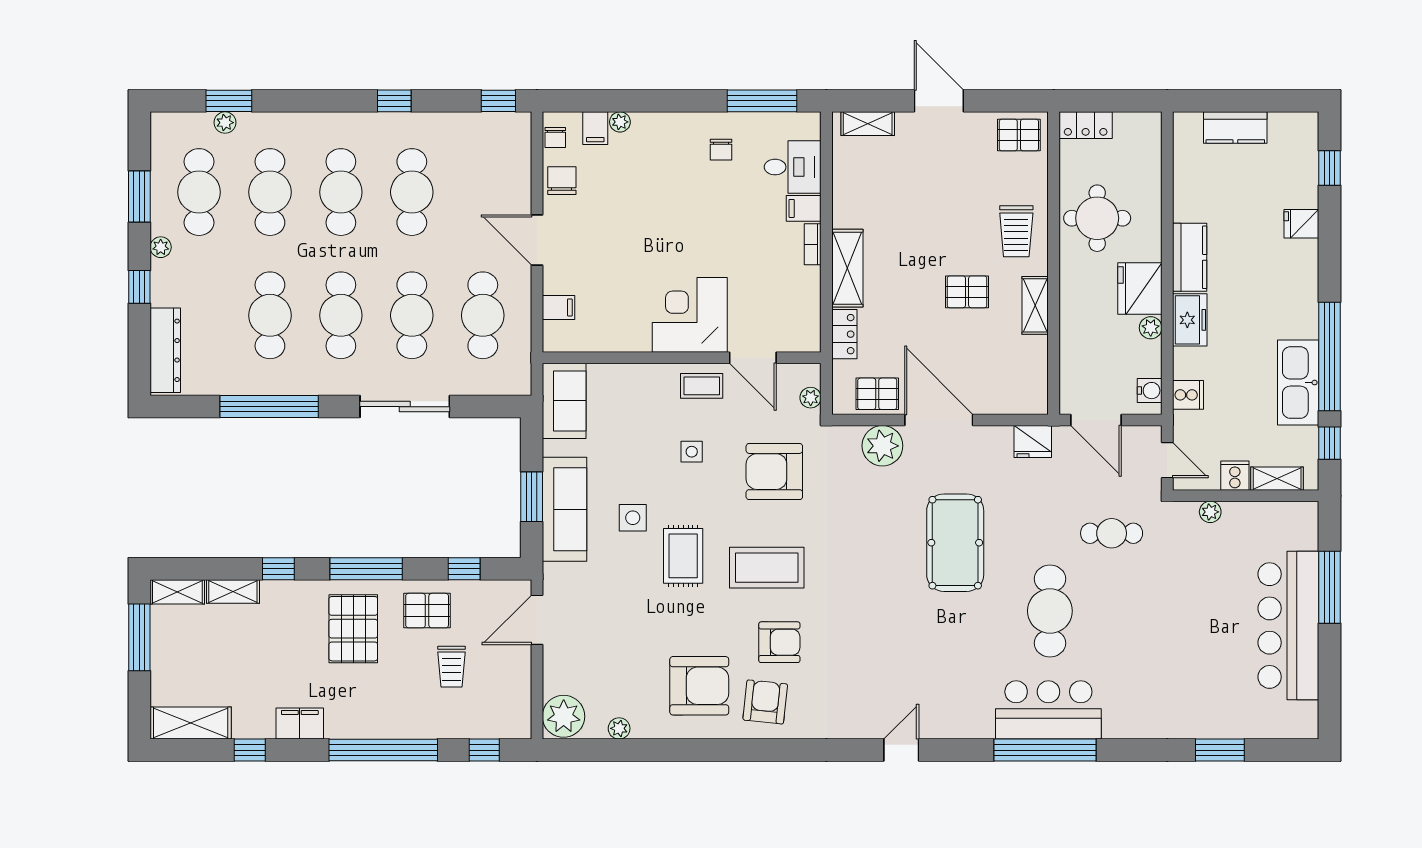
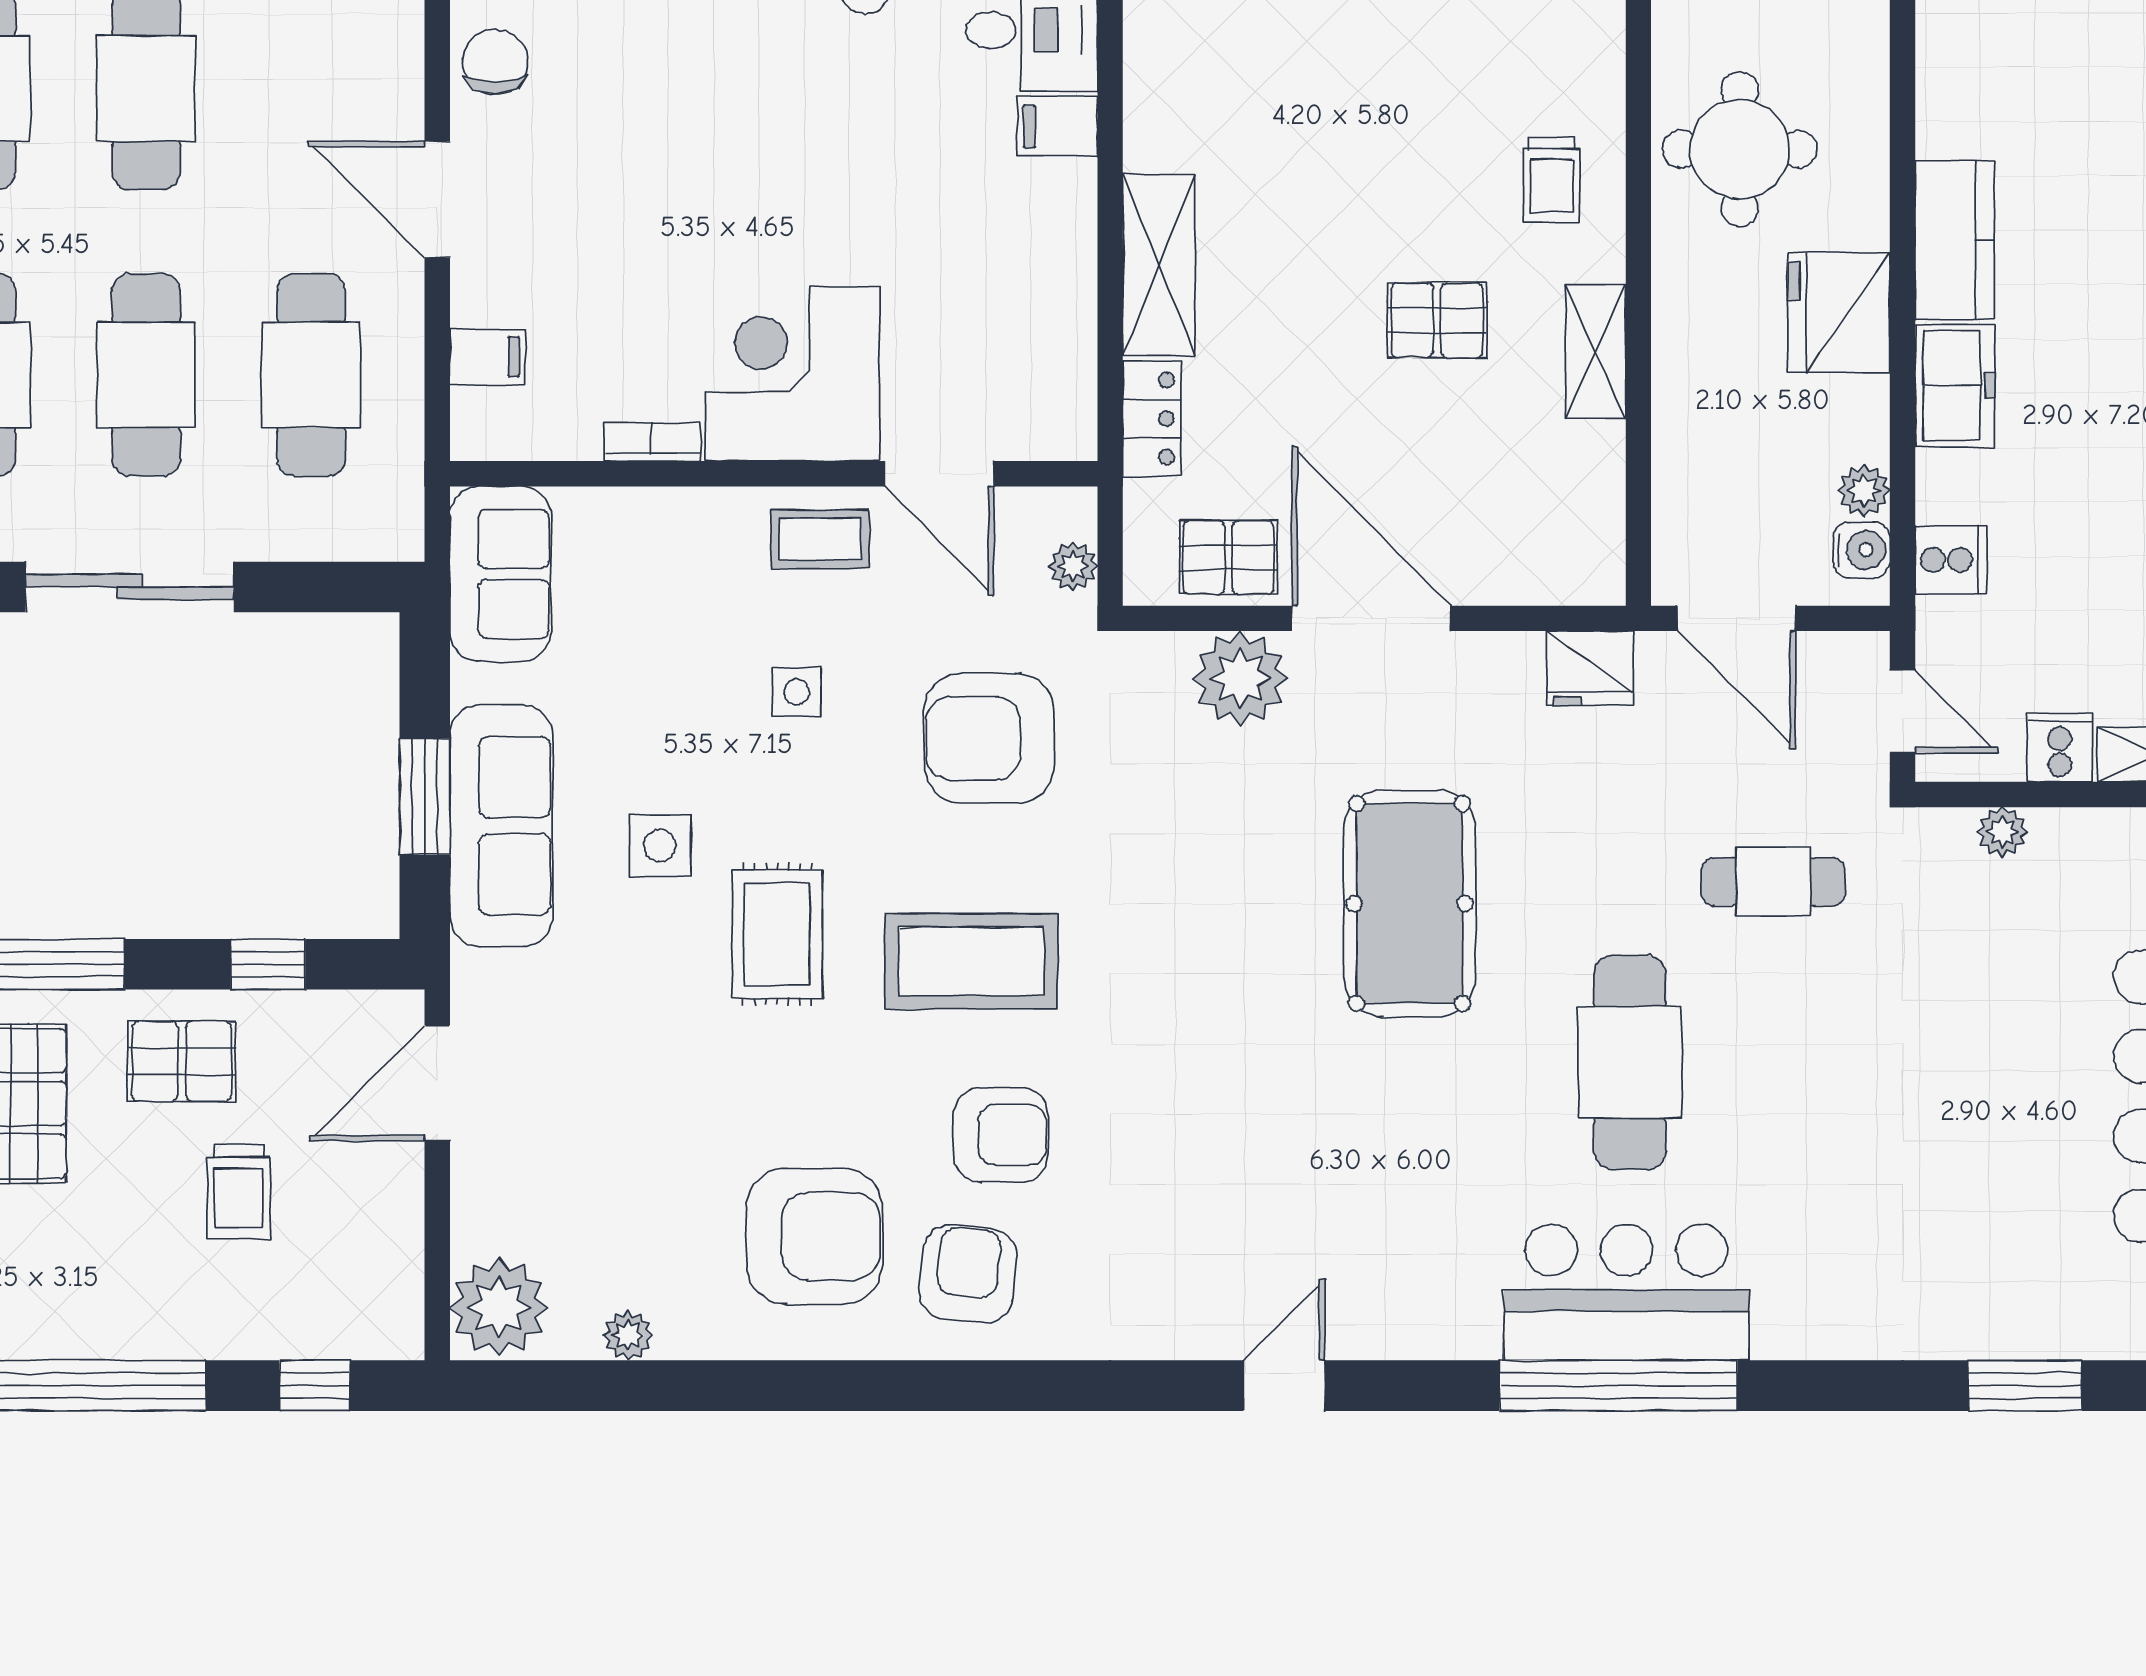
trolley: (1016, 231) -> (1552, 180), width x0.73, depth x0.72
bookcase: (813, 244) -> (652, 442), moved, turned 90
plant: (1151, 328) -> (1864, 491), moved

